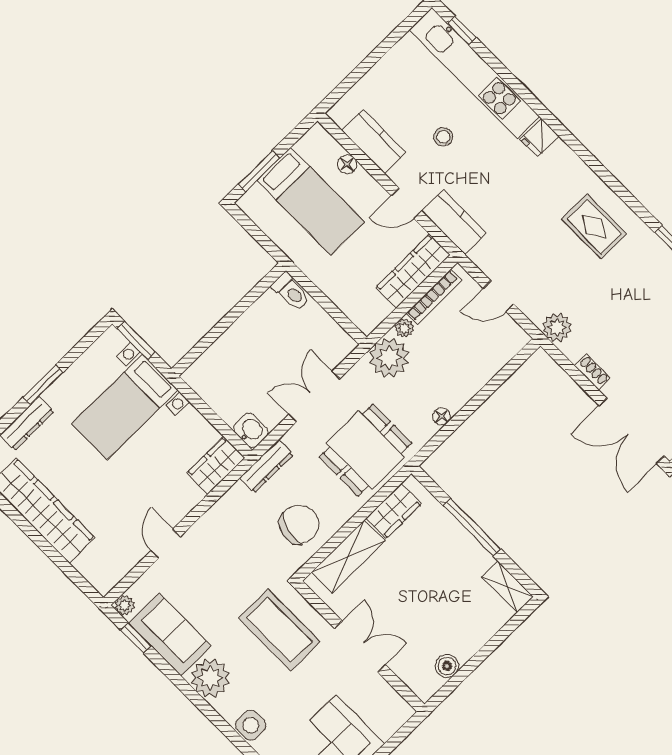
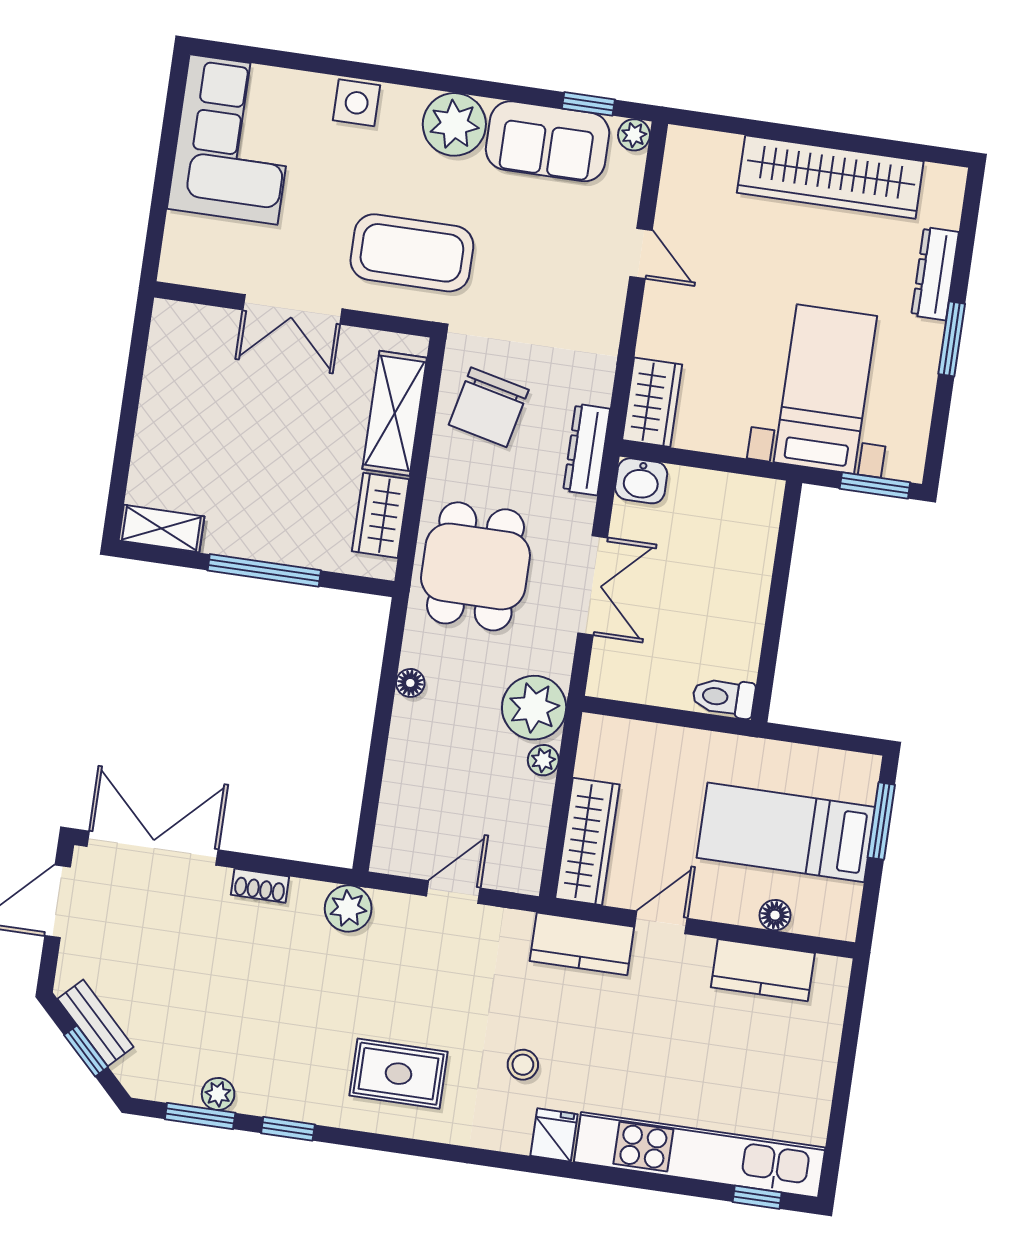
stool: (443, 137) -> (523, 1065), moved
bookcase: (434, 297) -> (536, 829), removed
boiler: (447, 666) -> (162, 368), removed

